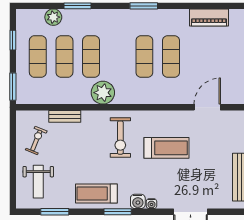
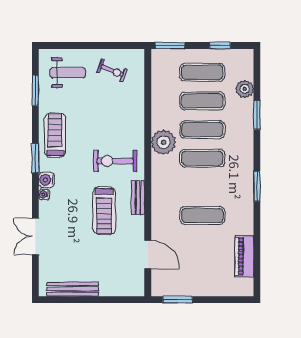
exercise mat: (144, 57) -> (202, 158), moved
bench: (65, 116) -> (138, 198), moved
weight bench: (38, 182) -> (68, 73), turned 180

